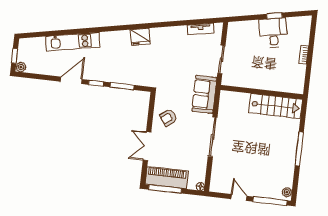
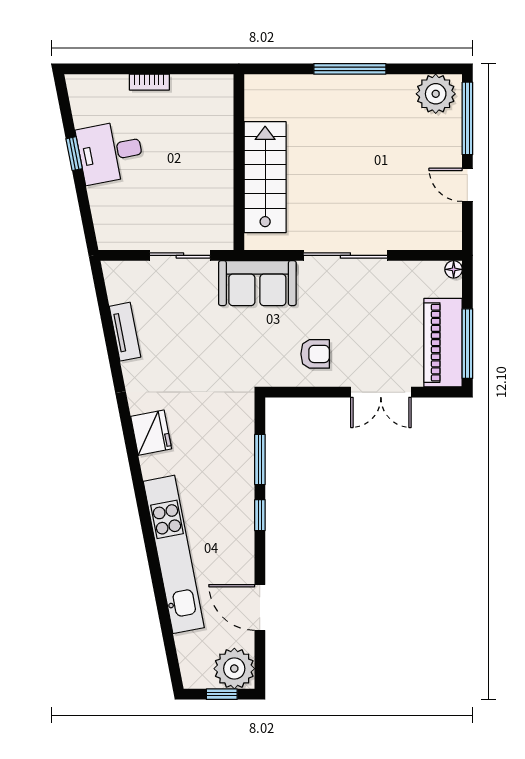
tv unit: (201, 29) -> (125, 332), moved
kitchen unit: (73, 42) -> (174, 554), width x1.36
plant: (21, 67) -> (234, 669), width x1.87, depth x1.87
door: (71, 80) -> (260, 607), moved
stairs: (276, 106) -> (265, 177), moved
armchair: (168, 117) -> (315, 354), turned -52
plant: (287, 192) -> (436, 94), width x1.87, depth x1.87
door: (239, 197) -> (467, 185), hinge flipped

